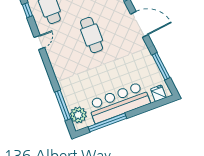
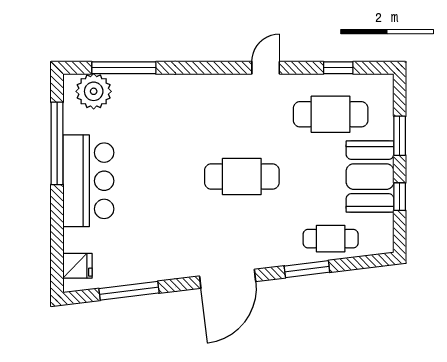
door: (39, 42) -> (266, 68), swing flipped
bar counter: (119, 102) -> (88, 181), width x0.73

